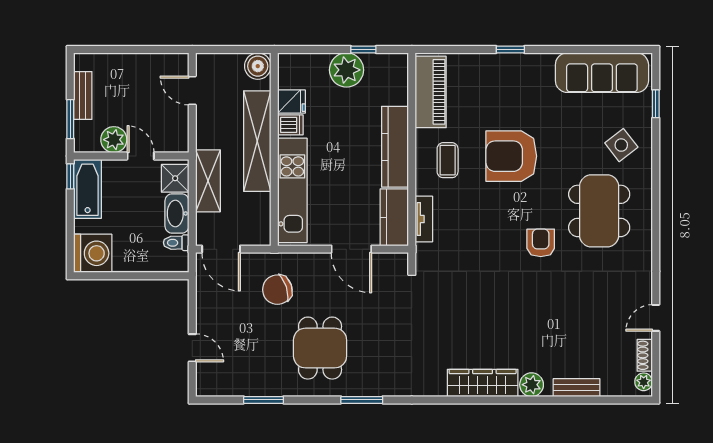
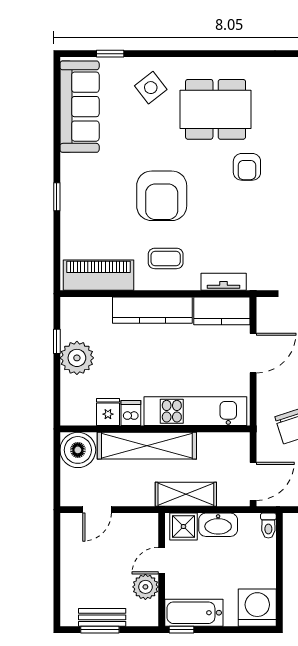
boiler: (258, 66) -> (78, 450), width x1.37, depth x1.37
window: (70, 119) -> (100, 630), moved
toilet: (176, 243) -> (268, 526), moved
armchair: (541, 243) -> (247, 167), turned -90

